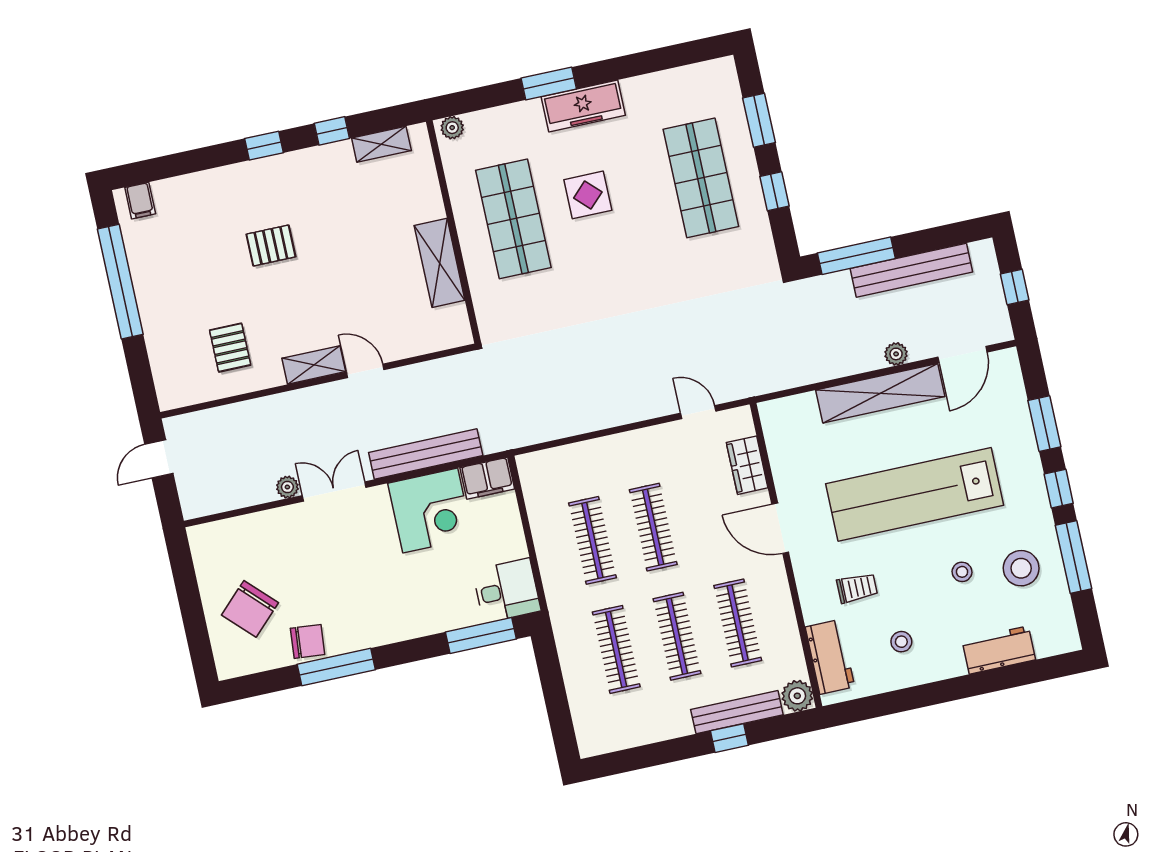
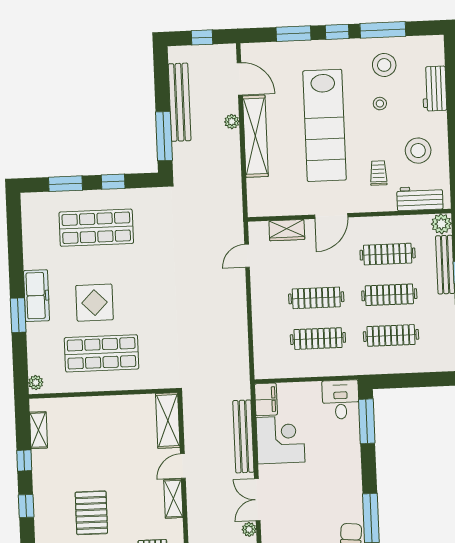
display table: (588, 195) -> (94, 303), width x1.36, depth x1.36
pallet: (271, 245) -> (91, 513), width x1.50, depth x1.42
shelving: (440, 263) -> (168, 421), moved, turned 90
stool: (901, 642) -> (418, 151), width x1.89, depth x1.89

